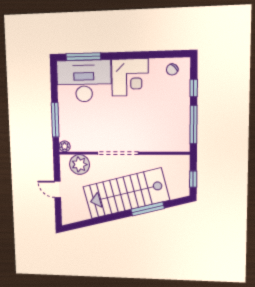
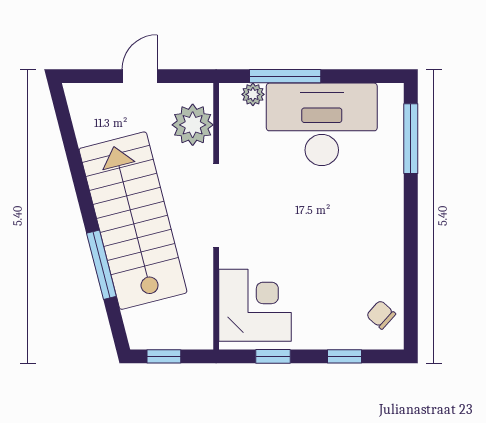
corner desk: (130, 77) -> (255, 305), moved, turned 180
desk: (84, 81) -> (322, 124), moved, turned -90
window: (193, 125) -> (273, 356), width x0.46
plant: (65, 146) -> (253, 94), moved

